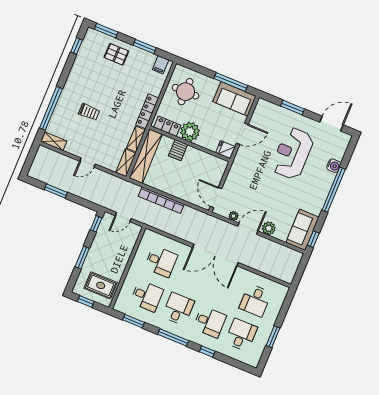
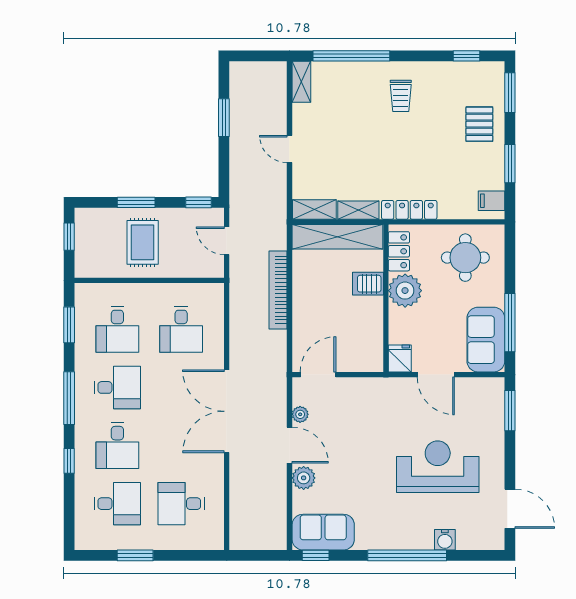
window: (293, 107) -> (510, 411), moved
trolley: (89, 112) -> (401, 96), moved
rug: (101, 285) -> (143, 242), moved

